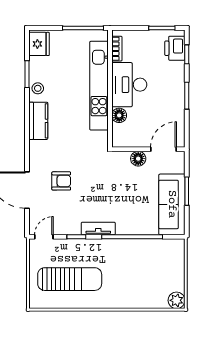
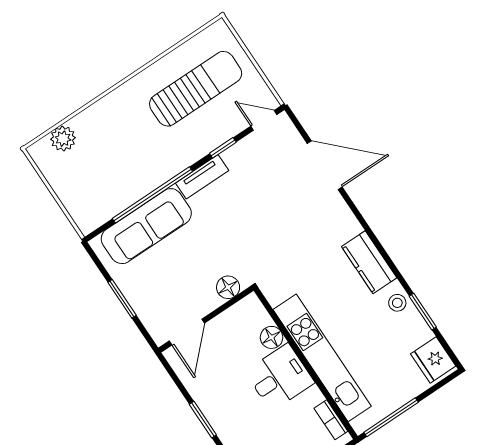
desk: (129, 85) -> (280, 377), width x0.73
floor lamp: (138, 159) -> (228, 287), moved
armchair: (61, 181) -> (289, 206), removed
sofa: (172, 204) -> (146, 226), moved, turned 90
door: (44, 237) -> (264, 120), swing flipped
sun lounger: (70, 279) -> (196, 89), turned 180
plant: (177, 300) -> (63, 139), moved

